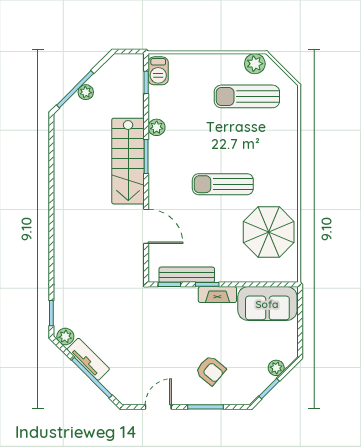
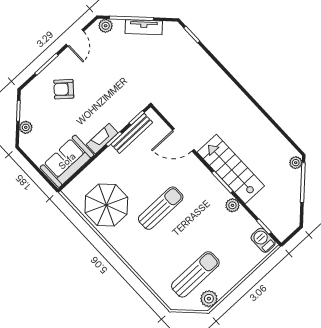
plant: (86, 92) -> (296, 163), moved
plant: (65, 337) -> (106, 26), moved

